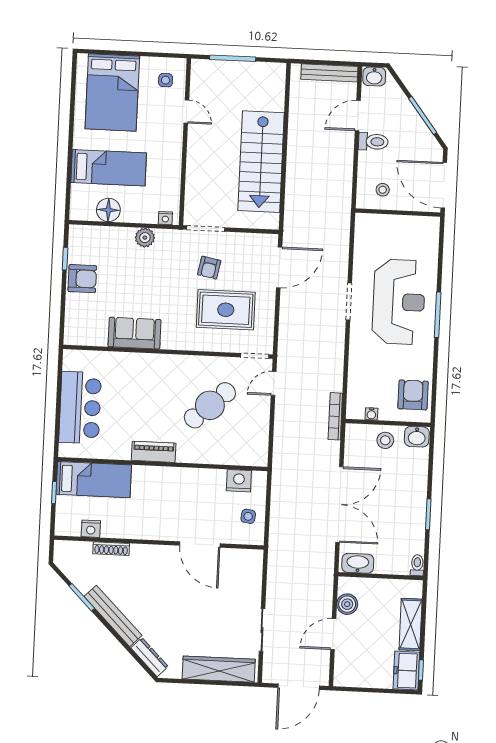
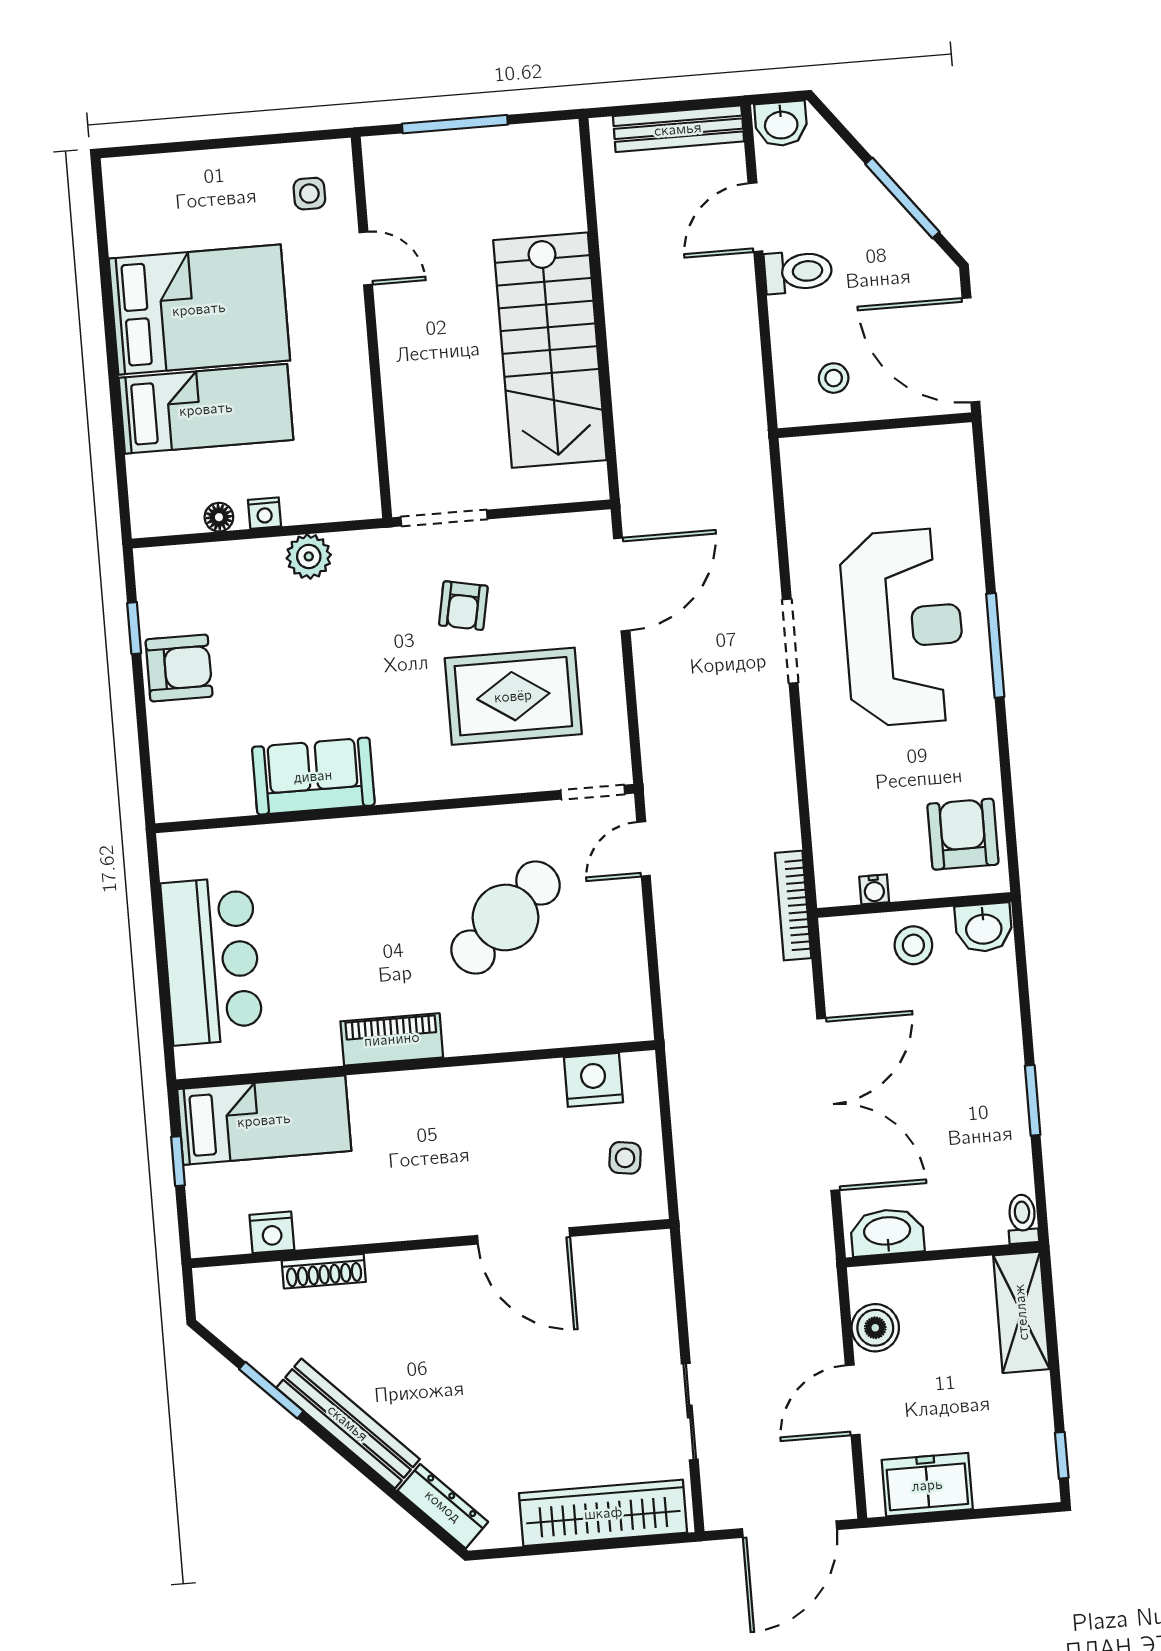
bed: (112, 92) -> (199, 309), moved, turned -90
floor lamp: (108, 210) -> (219, 517), width x0.53, depth x0.53
nightstand: (165, 218) -> (264, 513), moved
shelving: (411, 624) -> (1021, 1312), moved
freezer: (406, 671) -> (927, 1485), moved, turned 90

